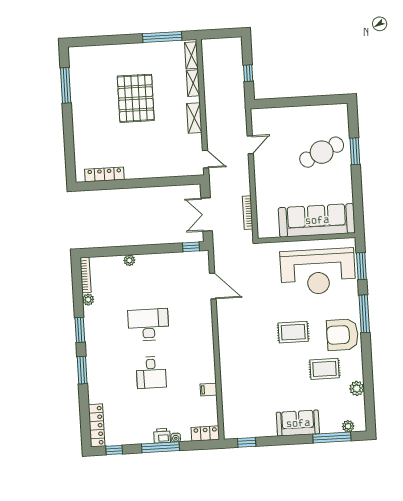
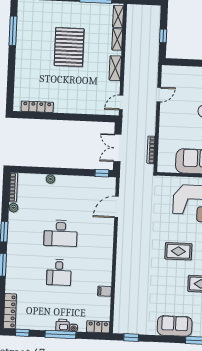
door: (206, 159) -> (121, 103), swing flipped
door: (213, 286) -> (117, 207), swing flipped
desk: (148, 325) -> (61, 233), turned 180

